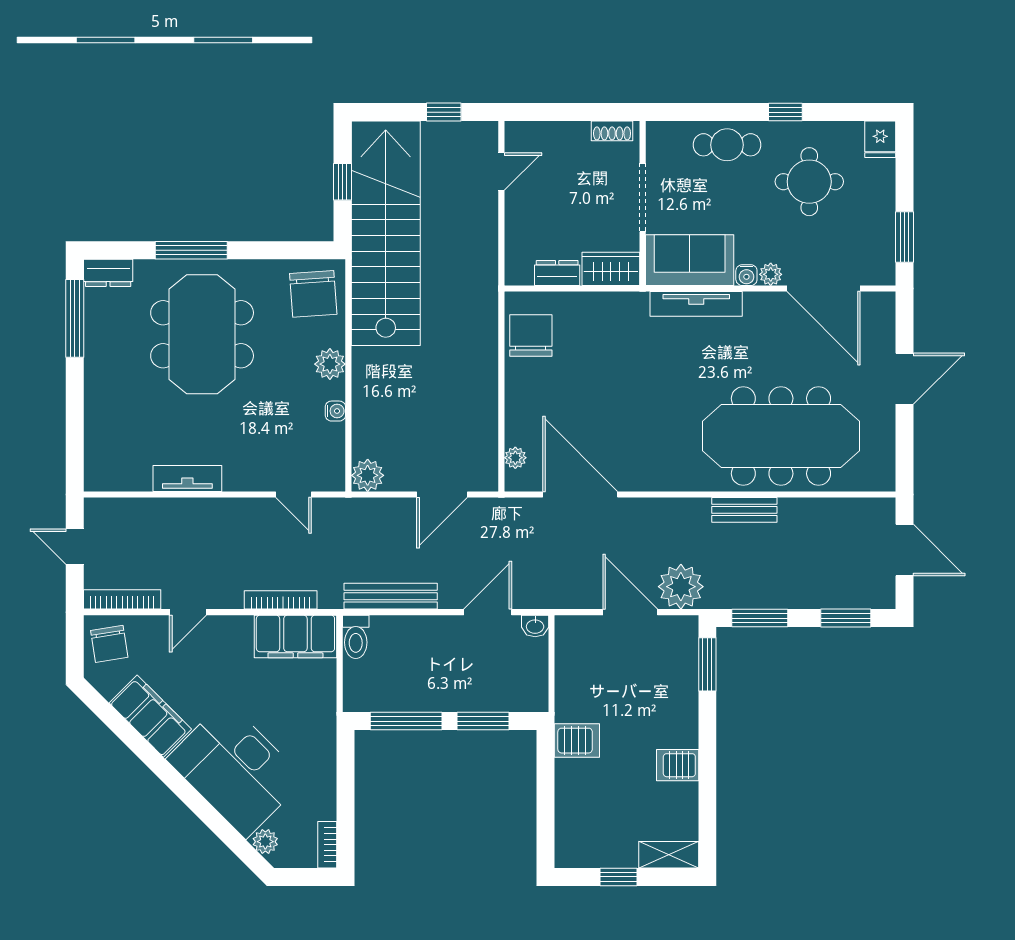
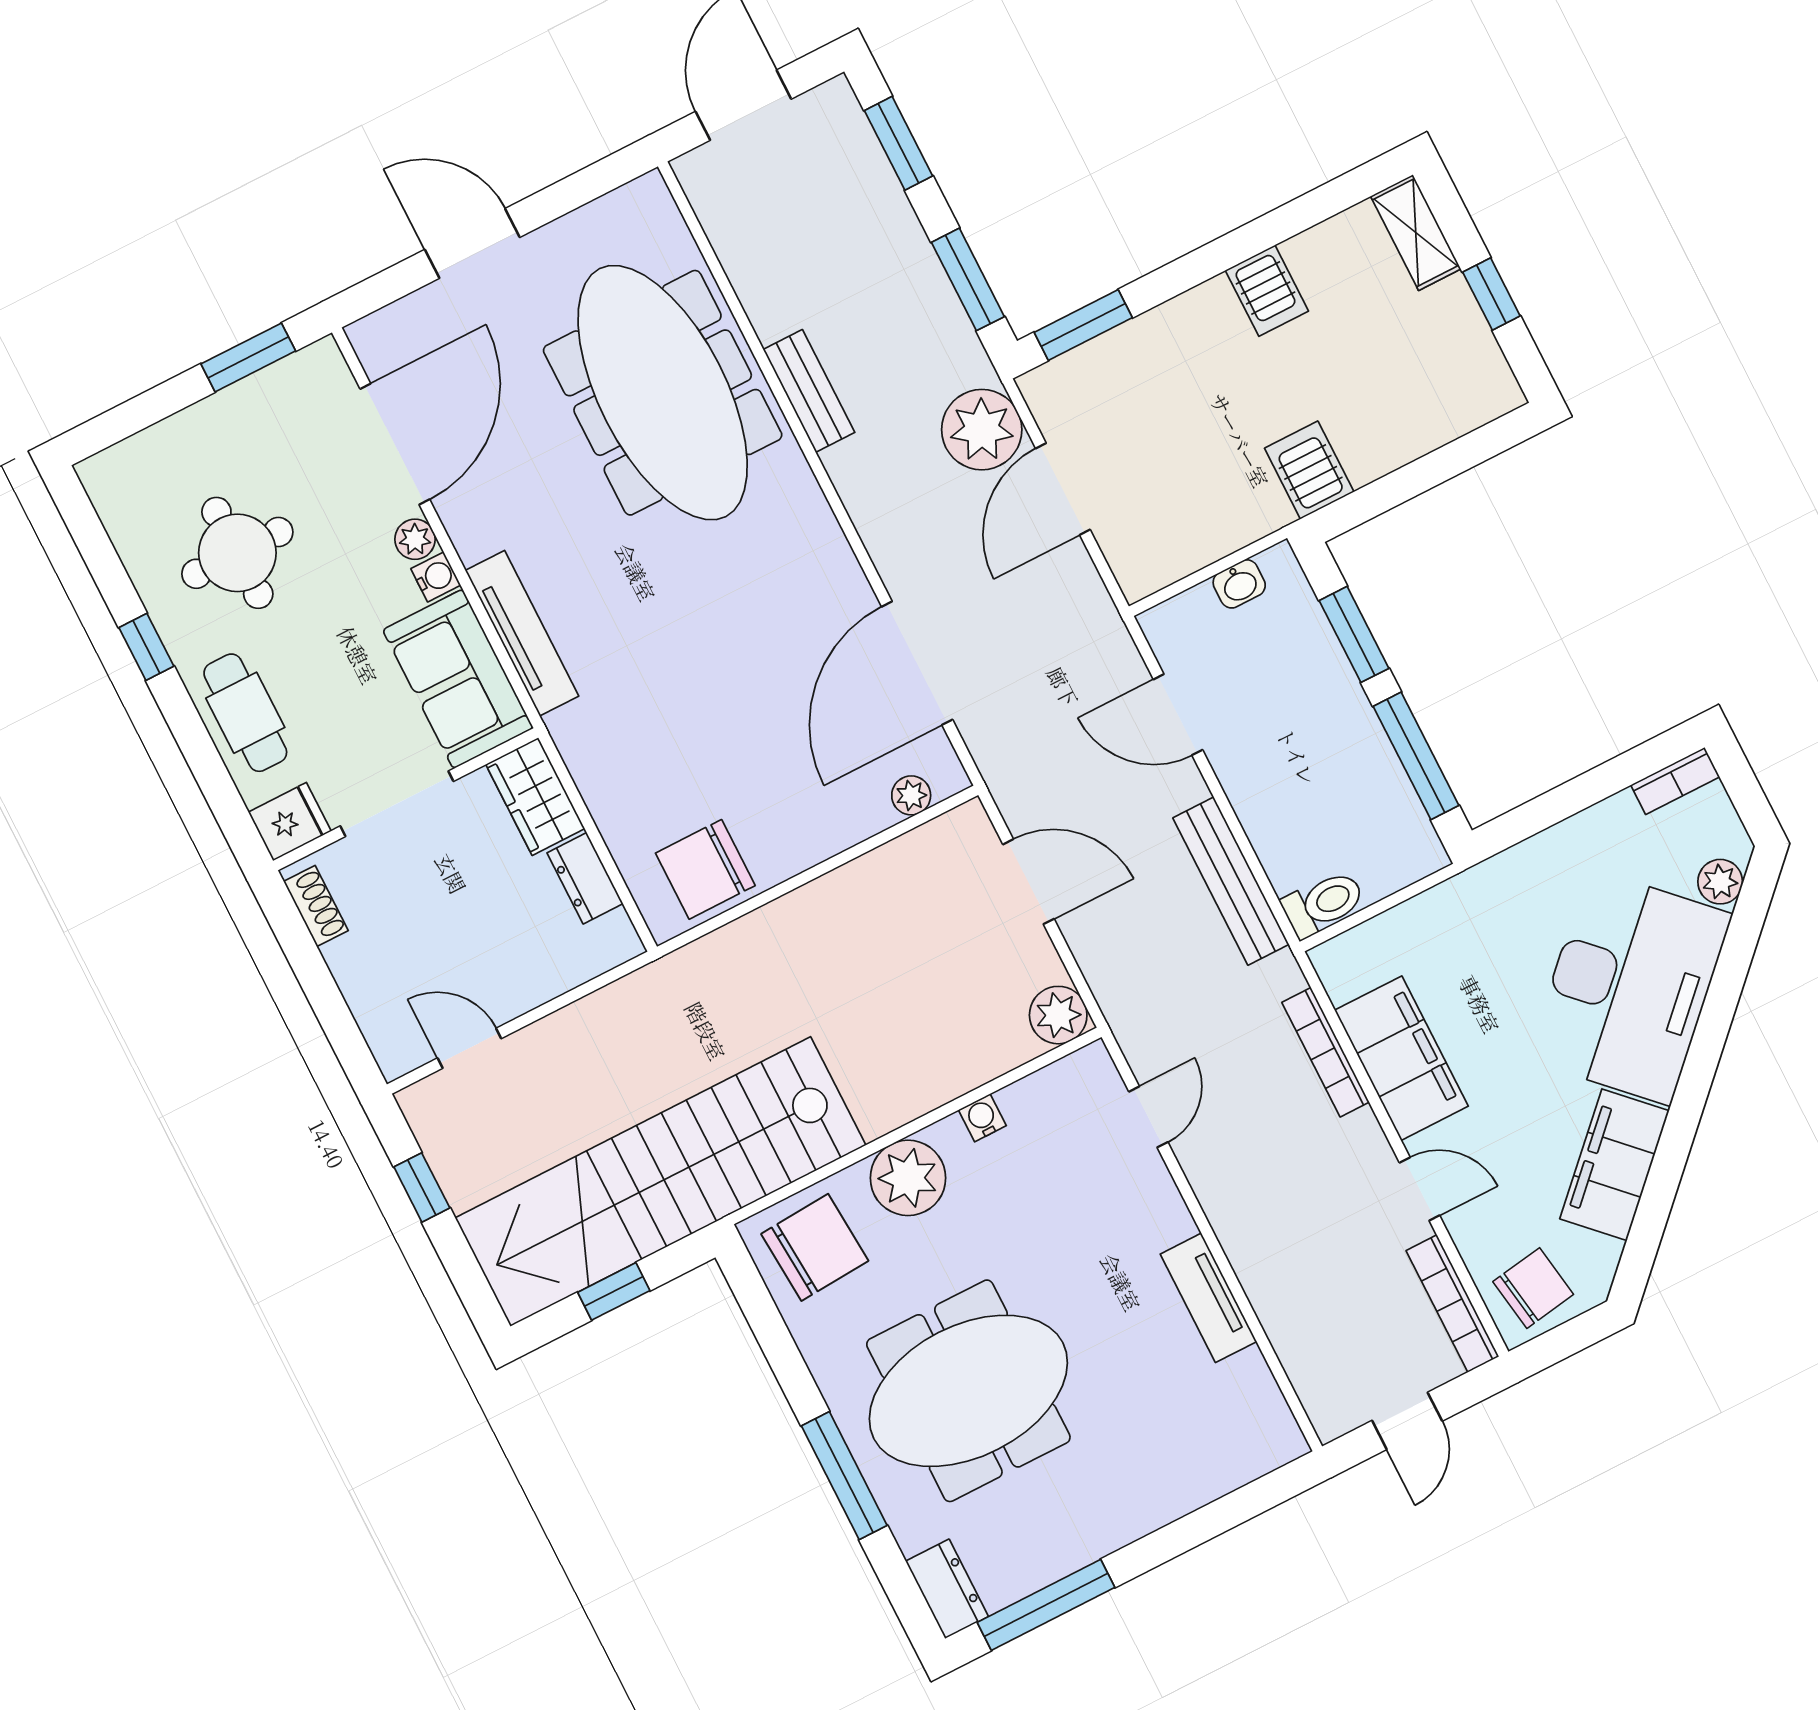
fridge: (880, 139) -> (290, 822), moved
plant: (330, 364) -> (908, 1178), width x1.36, depth x1.36
washbasin: (535, 626) -> (1239, 584), moved, turned 90
filing cabinet: (295, 636) -> (1401, 1058), moved

